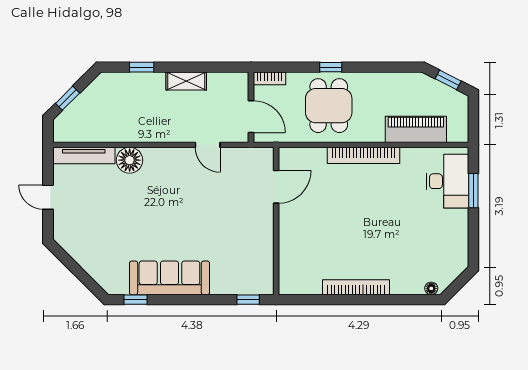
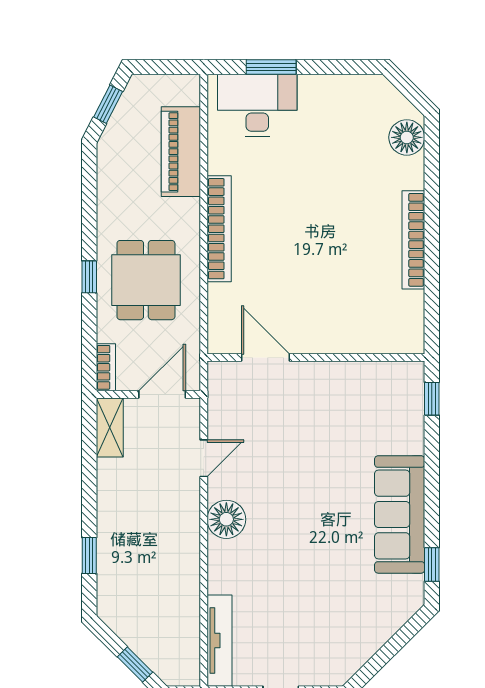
shelving: (186, 81) -> (110, 428), moved
dining table: (329, 106) -> (146, 280), turned 90
floor lamp: (130, 160) -> (226, 519), moved
floor lamp: (431, 288) -> (407, 137), width x1.89, depth x1.89

